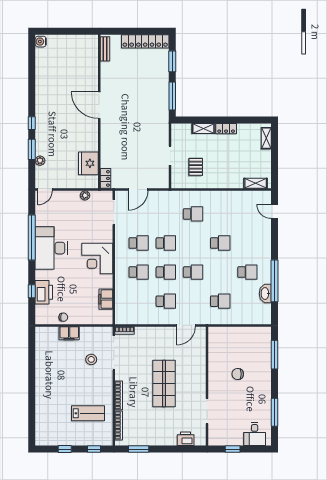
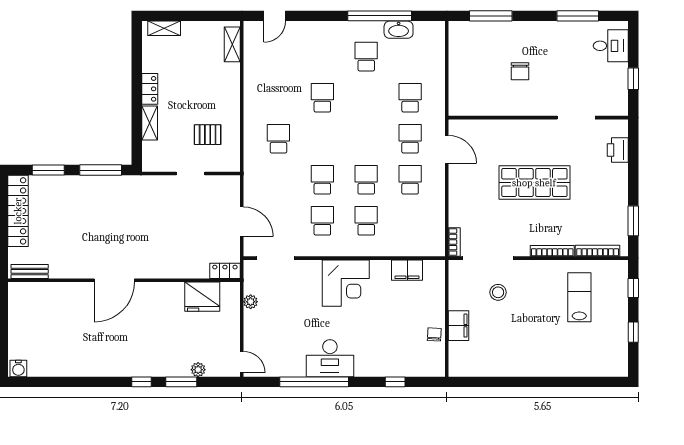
desk: (51, 248) -> (330, 358), width x0.73, depth x0.77
school desk: (193, 272) -> (410, 139), moved
printer: (44, 292) -> (397, 364), removed

